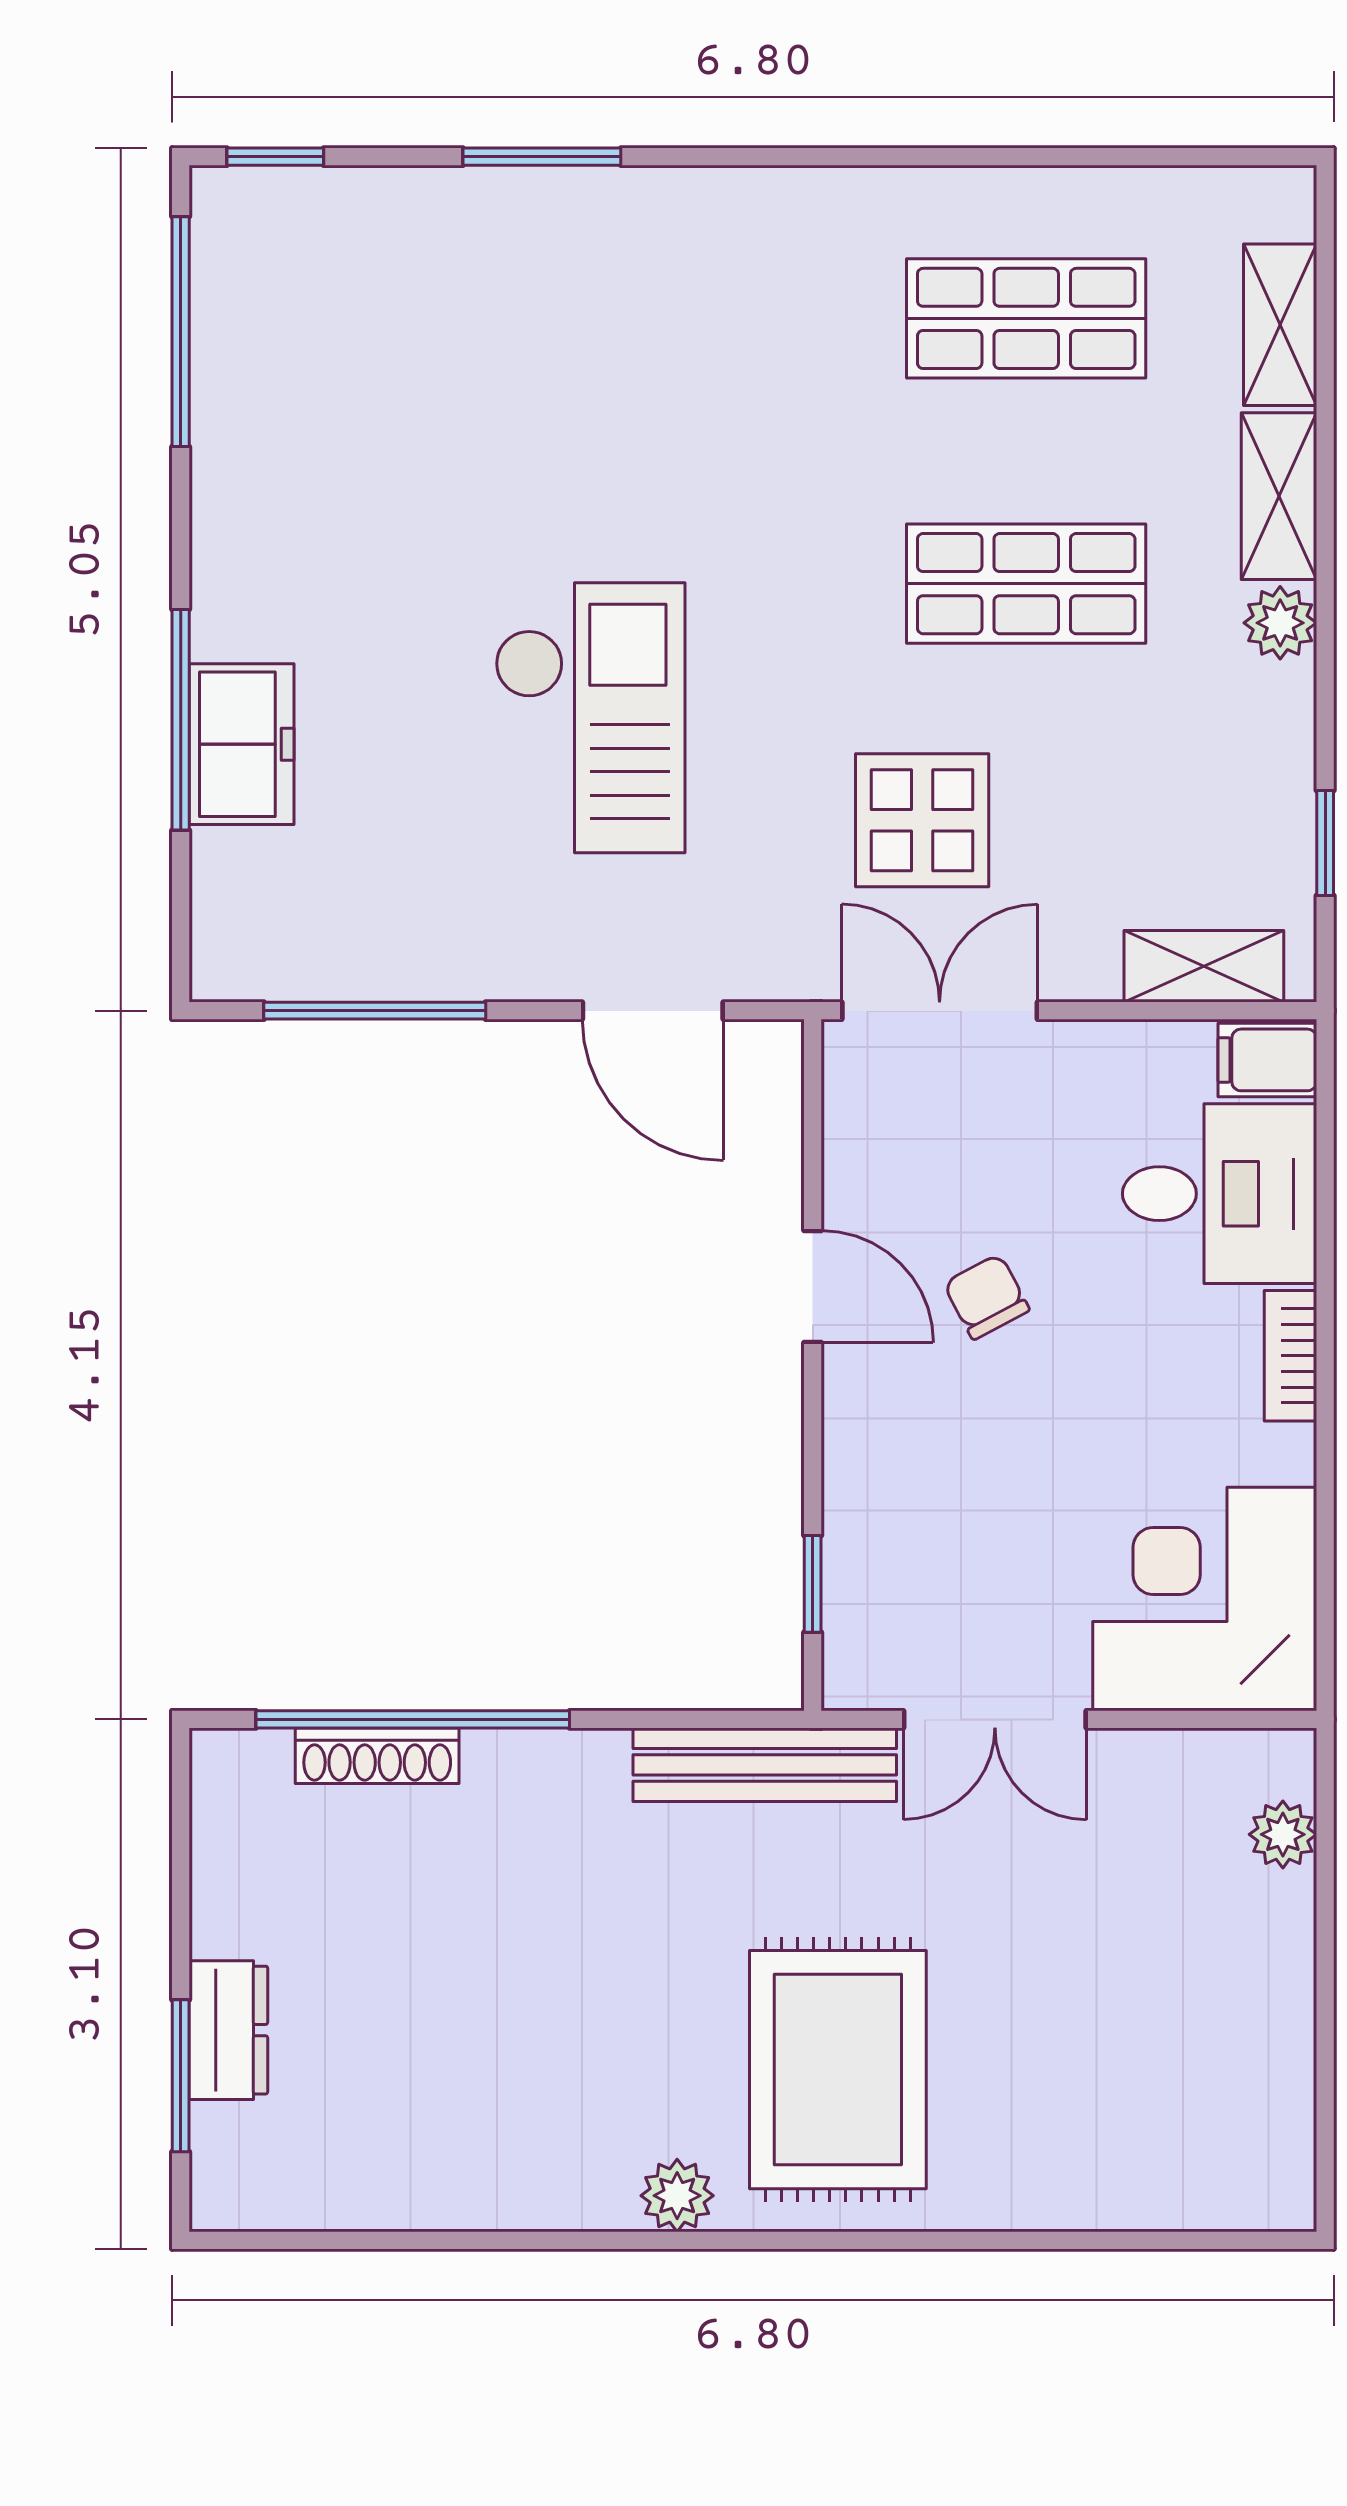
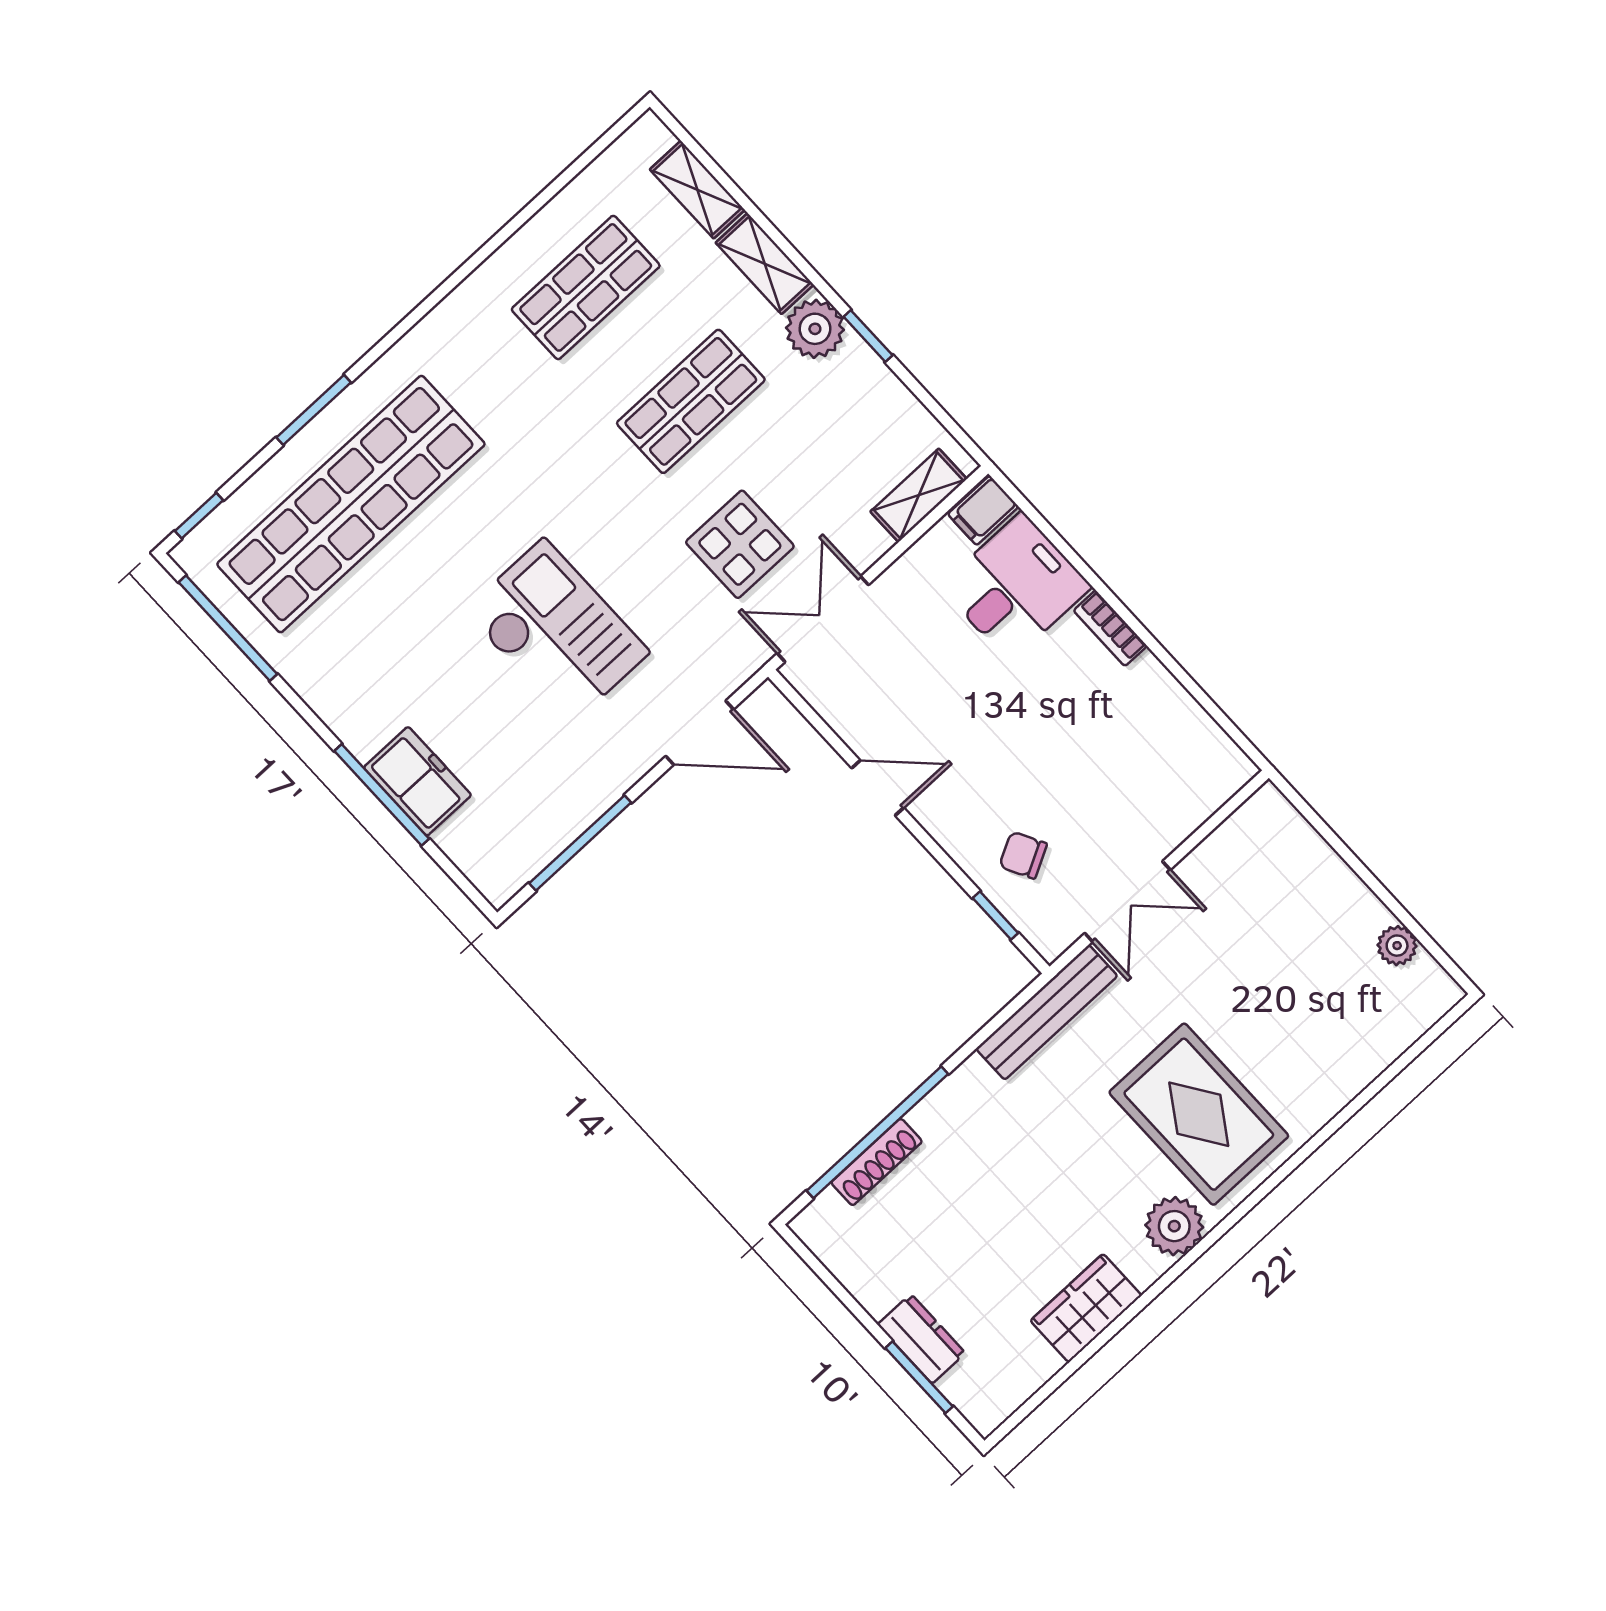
shop shelf: (480, 318) -> (351, 504), added
plant: (1280, 623) -> (815, 329), width x1.38, depth x1.38
window: (1325, 843) -> (868, 336), moved
chair: (986, 1297) -> (1023, 855), moved
corner desk: (1205, 1599) -> (1170, 767), removed
plant: (1283, 1834) -> (1397, 946), moved
wardrobe: (471, 2183) -> (1086, 1308), added
plant: (677, 2196) -> (1174, 1226), width x1.38, depth x1.38

